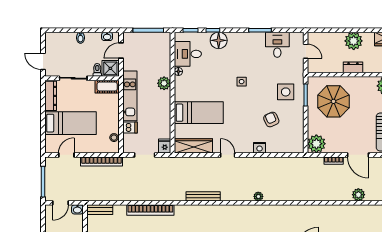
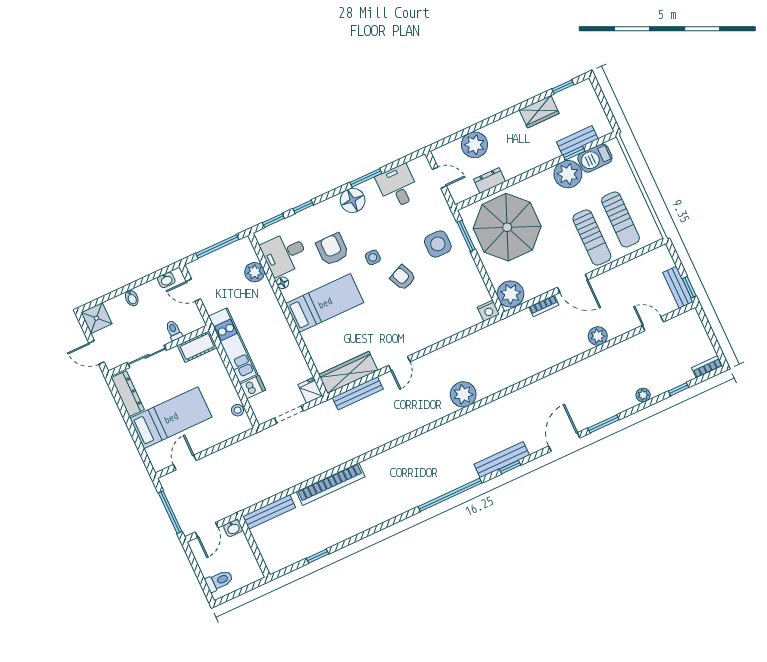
floor lamp: (219, 40) -> (353, 200), moved
plant: (354, 41) -> (474, 145), moved
door: (121, 51) -> (193, 290), hinge flipped
armchair: (219, 65) -> (332, 249), added
dresser: (353, 67) -> (490, 181), moved
shower: (110, 68) -> (96, 318), moved
plant: (164, 83) -> (255, 272), moved
parasol: (333, 101) -> (507, 227), width x1.36, depth x1.36
bed: (199, 113) -> (325, 303), moved
armchair: (271, 119) -> (403, 278), moved
nightstand: (260, 148) -> (488, 311), moved
door: (228, 155) -> (399, 364), swing flipped
bookcase: (101, 161) -> (236, 450), removed
bench: (203, 196) -> (358, 393), moved
plant: (258, 196) -> (463, 394), width x1.87, depth x1.87
bench: (100, 210) -> (269, 512), width x1.36

